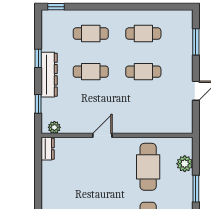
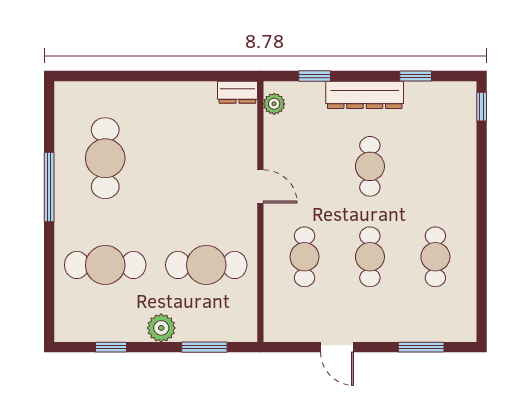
cafe table: (91, 34) -> (304, 257), moved
window: (38, 58) -> (416, 76), moved
plant: (185, 164) -> (161, 328), moved
window: (196, 189) -> (204, 347), moved

